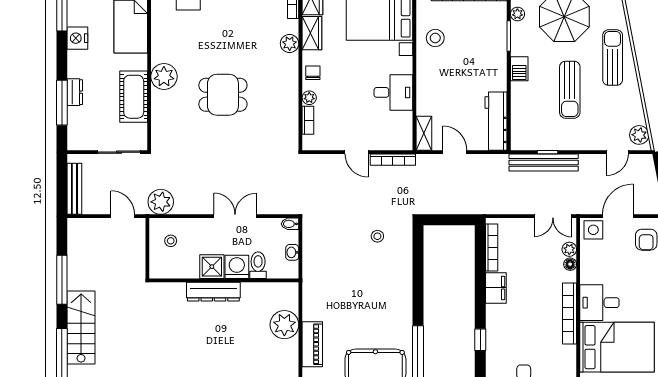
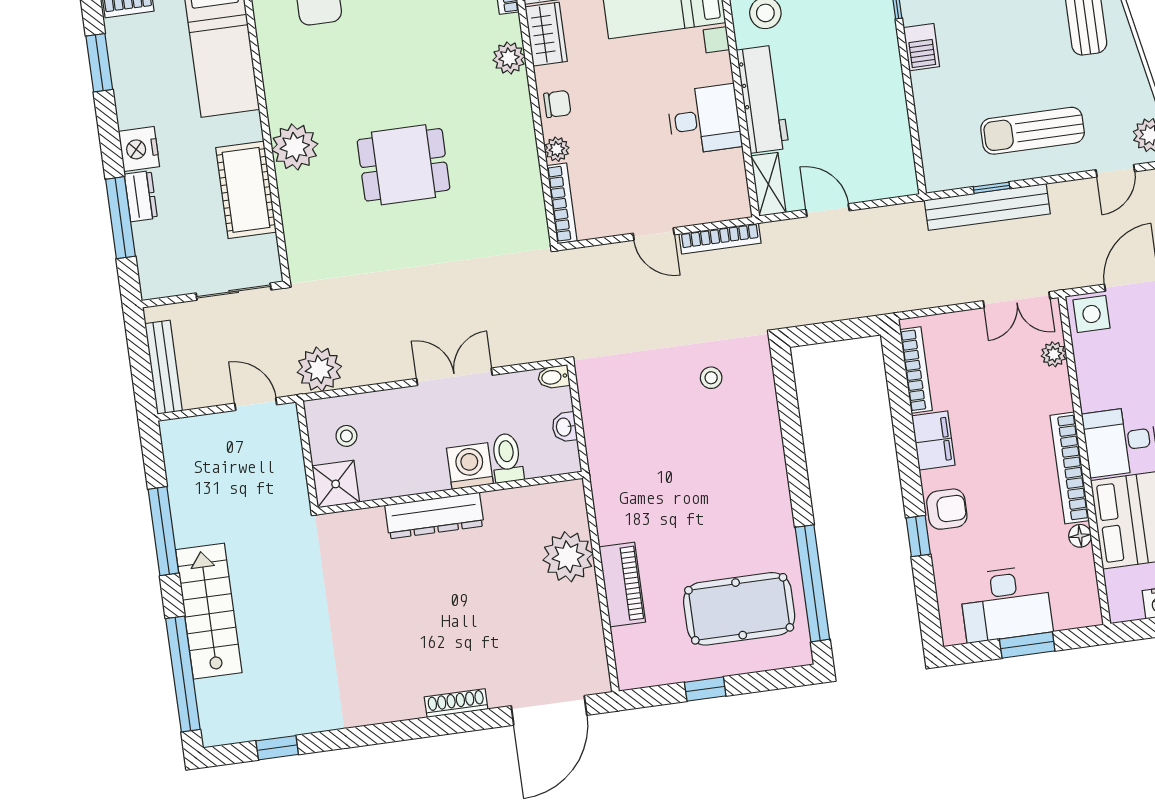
nightstand: (77, 38) -> (139, 149), moved
chair: (313, 73) -> (557, 104), turned 90
sun lounger: (570, 90) -> (1033, 131), moved, turned 90
bookcase: (308, 120) -> (562, 203), width x1.56
workbench: (496, 121) -> (763, 99), moved, turned 180
floor lamp: (570, 264) -> (1080, 536), moved
shower: (212, 267) -> (336, 484), moved
armchair: (498, 327) -> (947, 509), added

